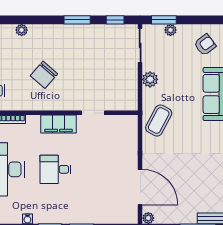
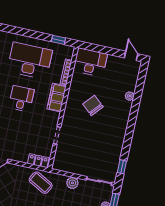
window: (77, 20) -> (128, 139), removed
filing cabinet: (58, 124) -> (57, 98), moved
locker: (131, 130) -> (38, 161), added

